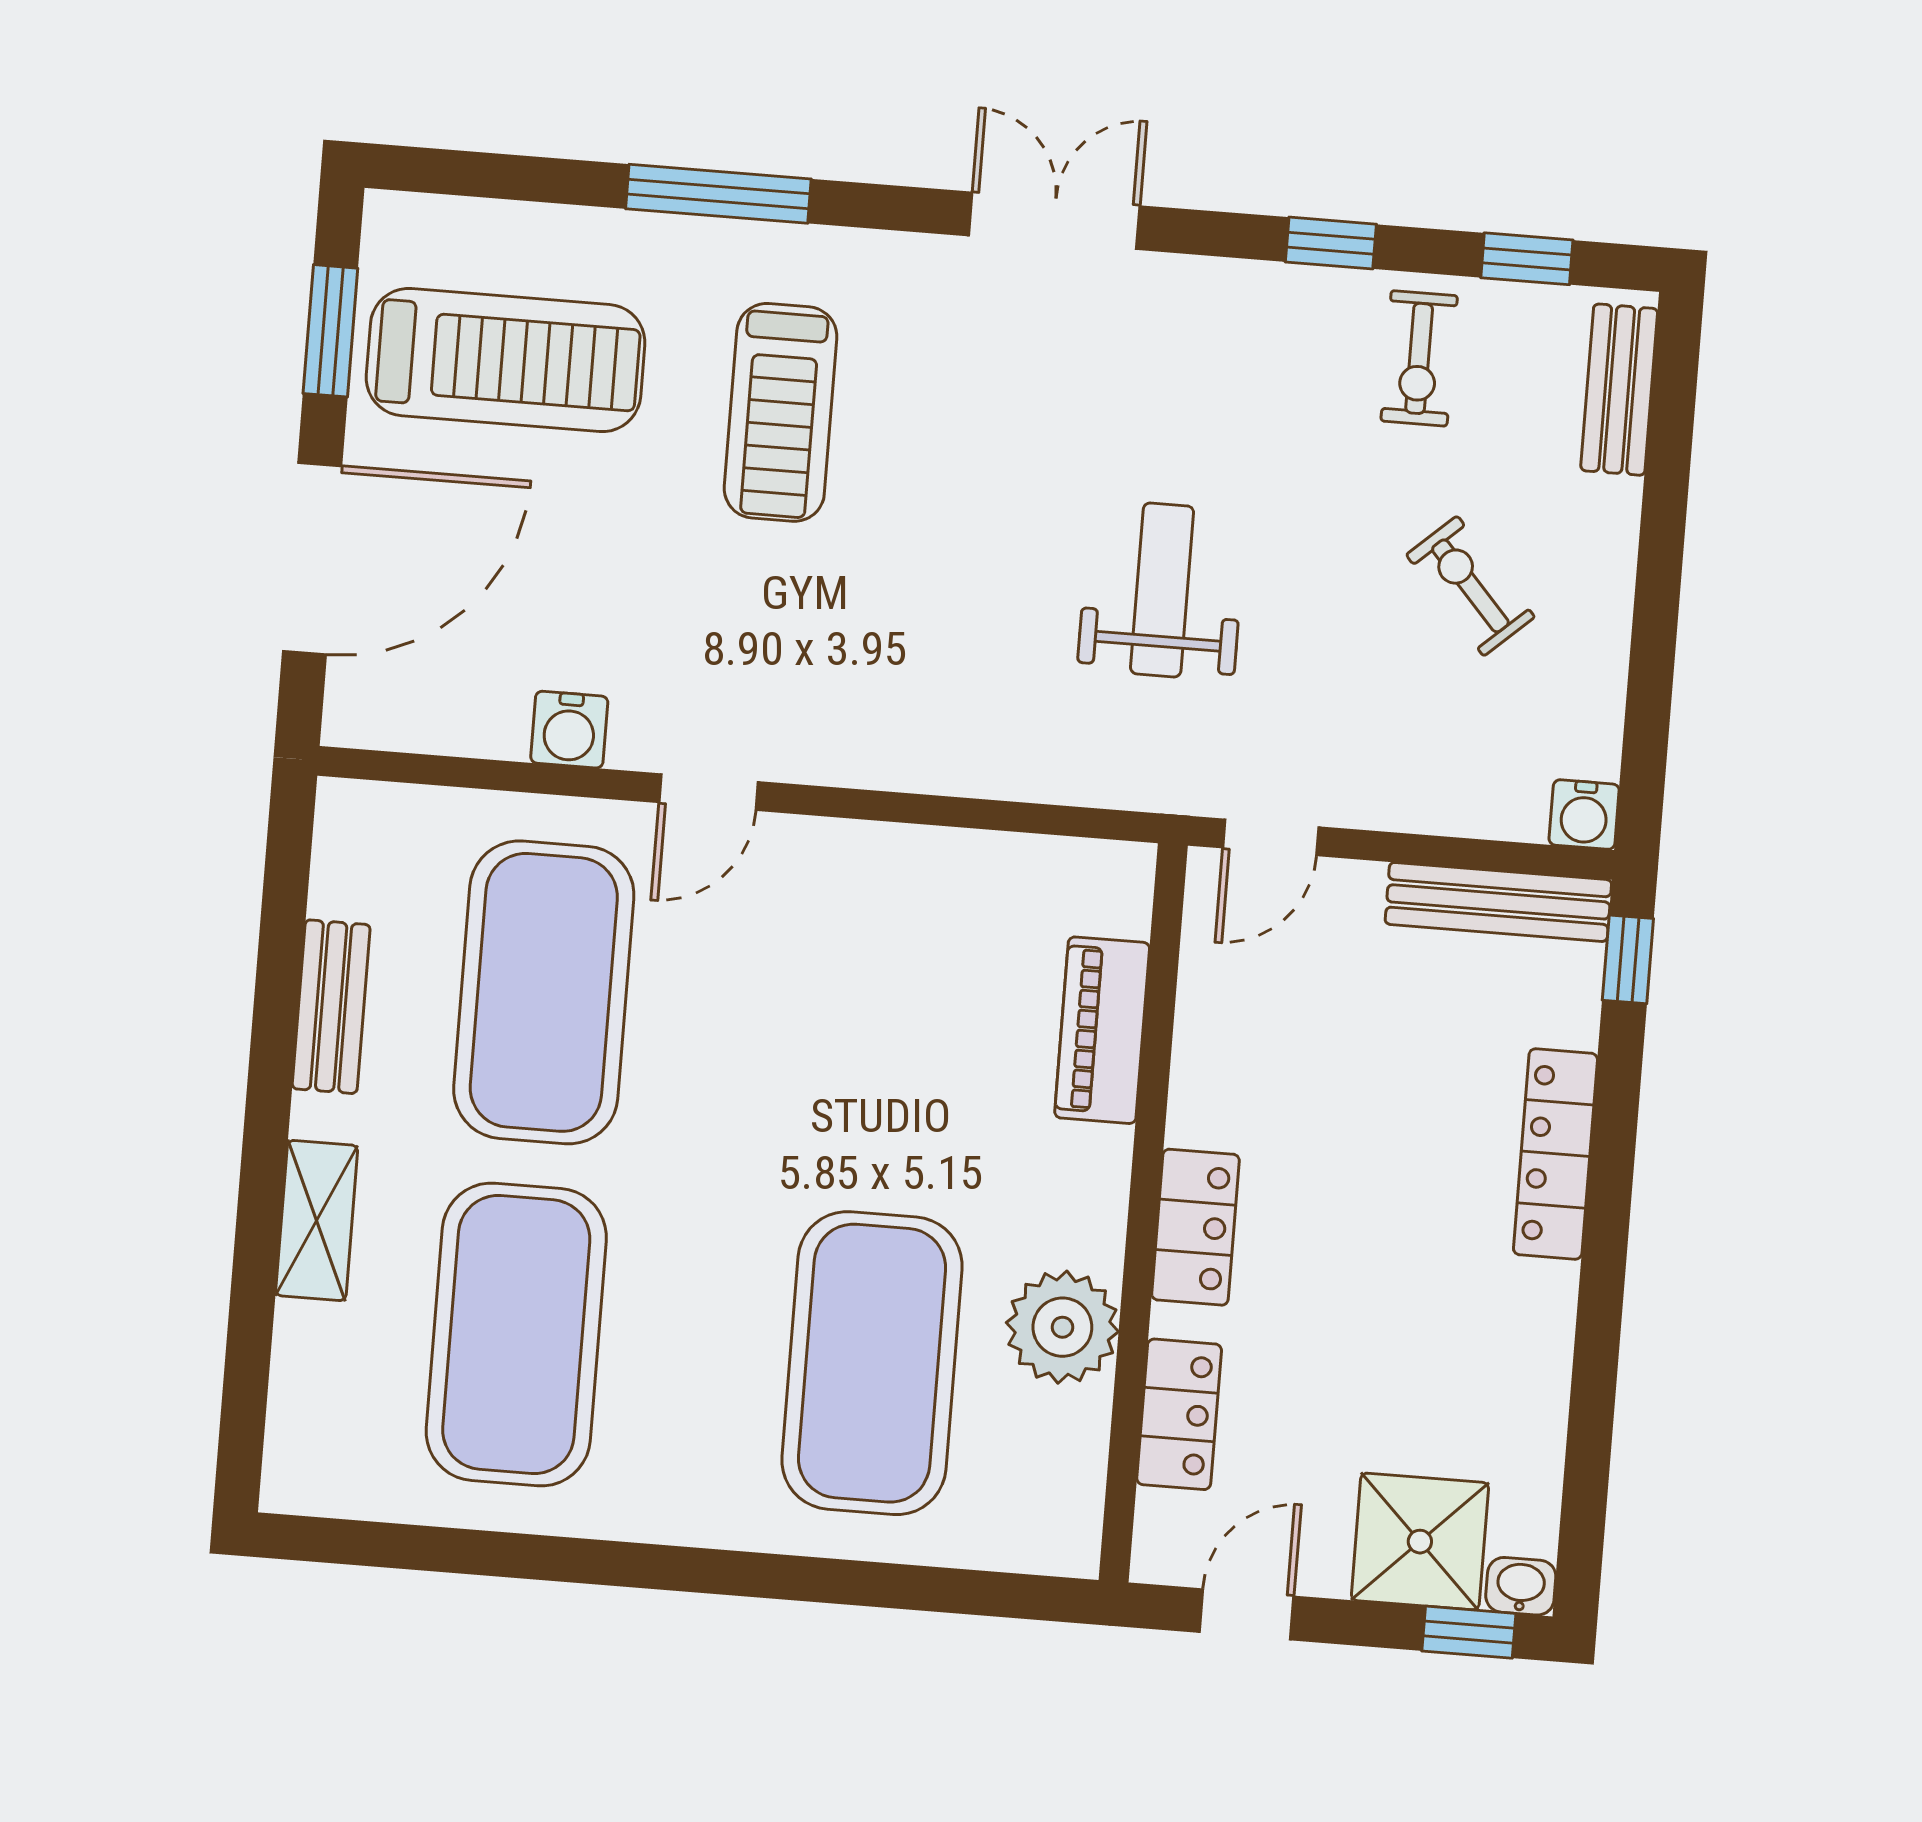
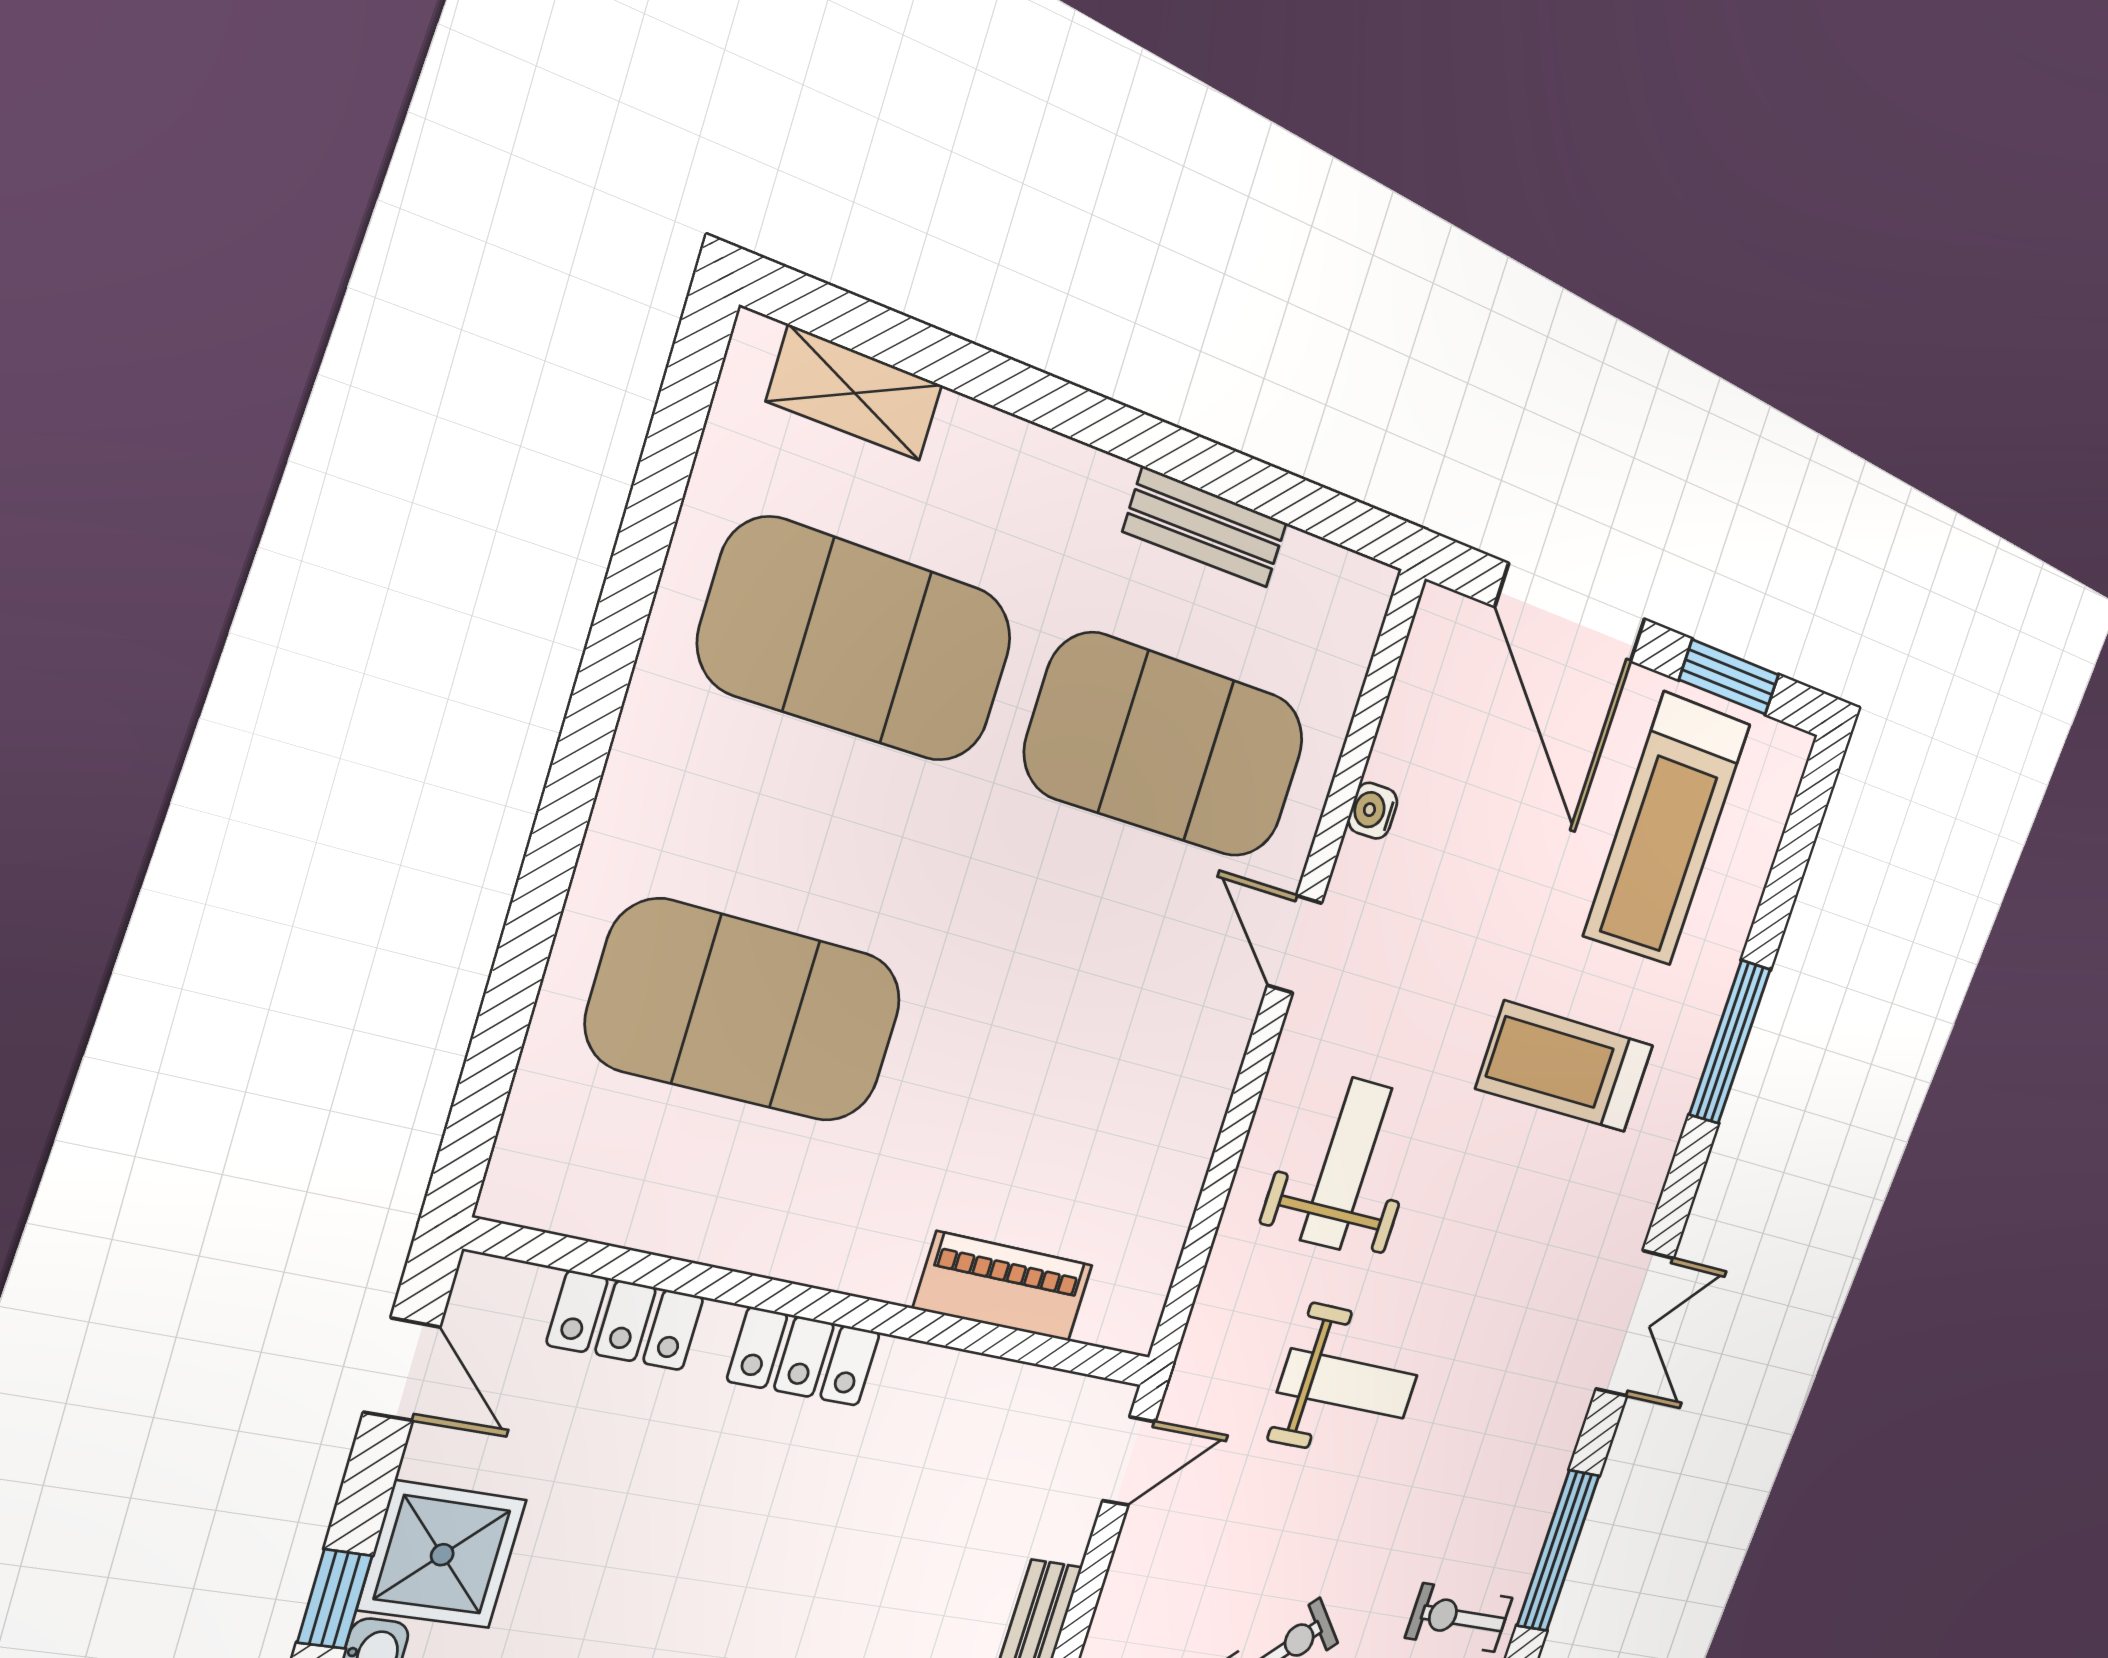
window: (1331, 243) -> (1558, 1551), width x2.17
weight bench: (925, 663) -> (1346, 1164), added
water cooler: (569, 730) -> (1373, 811), width x0.72, depth x0.72
door: (1271, 837) -> (1129, 1461), swing flipped
shelving: (317, 1220) -> (855, 393), moved
plant: (1062, 1327) -> (738, 1213), removed

